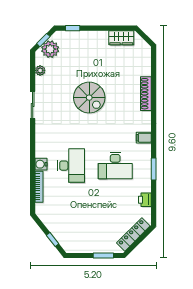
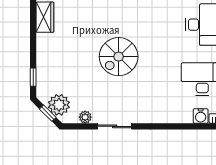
spiral stairs: (89, 98) -> (119, 57), turned 180
sliding door: (33, 105) -> (115, 126), moved

